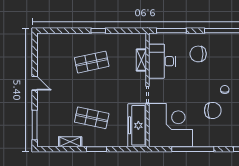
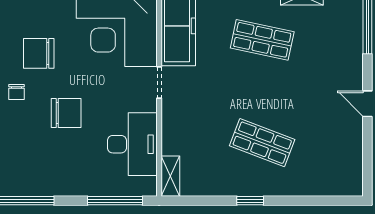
chair: (198, 54) -> (66, 113), moved
shelving: (141, 60) -> (170, 176), moved
shop shelf: (92, 62) -> (262, 143), turned 33

